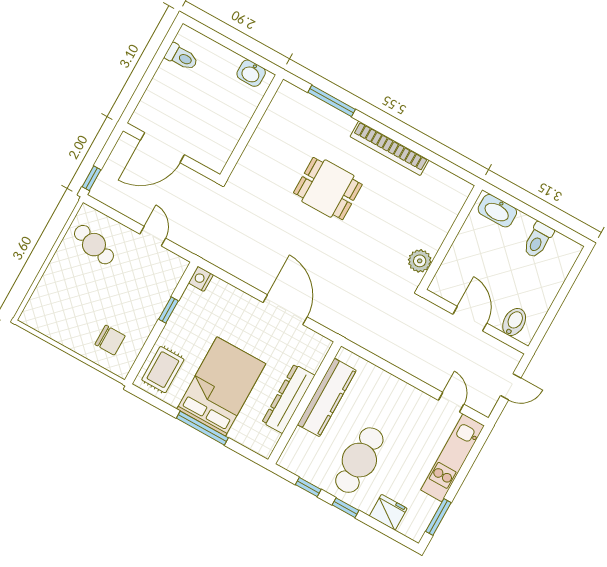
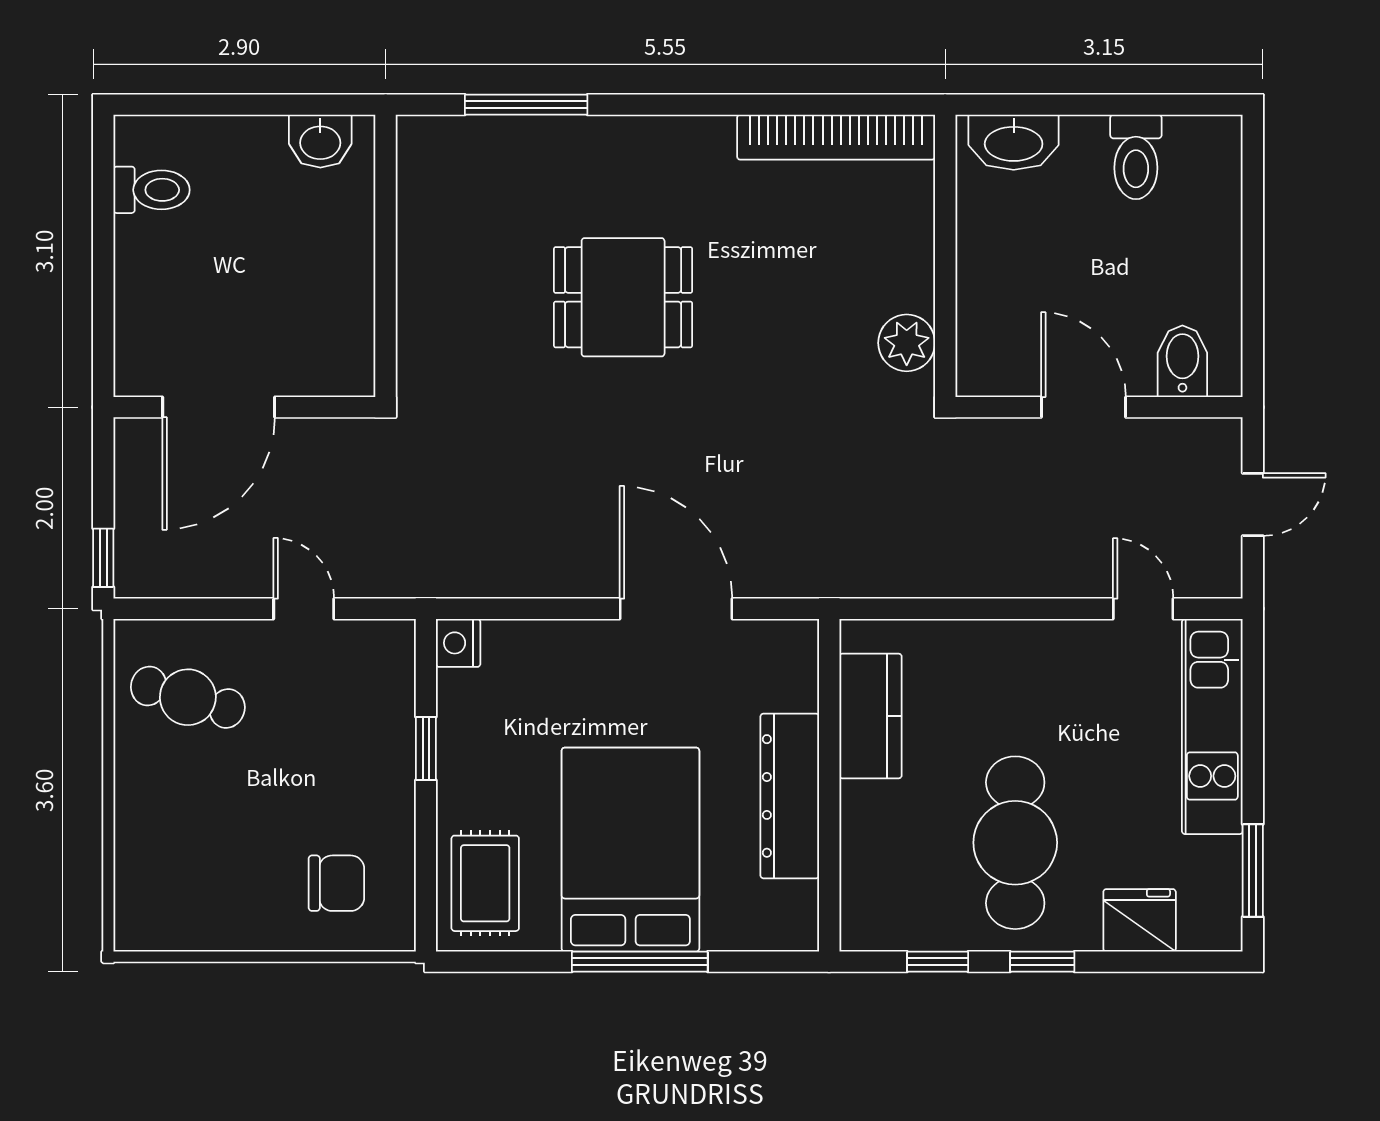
bookcase: (390, 148) -> (836, 137), moved
kitchen counter: (327, 397) -> (870, 716), width x0.67

